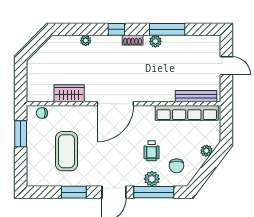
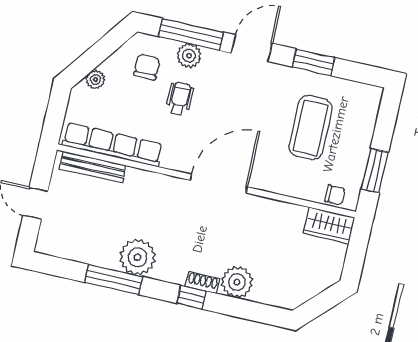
shoe rack: (133, 40) -> (202, 282), moved
plant: (86, 41) -> (237, 282), width x1.88, depth x1.88
plant: (155, 41) -> (138, 257), width x1.88, depth x1.88
wardrobe: (69, 93) -> (329, 225), moved

